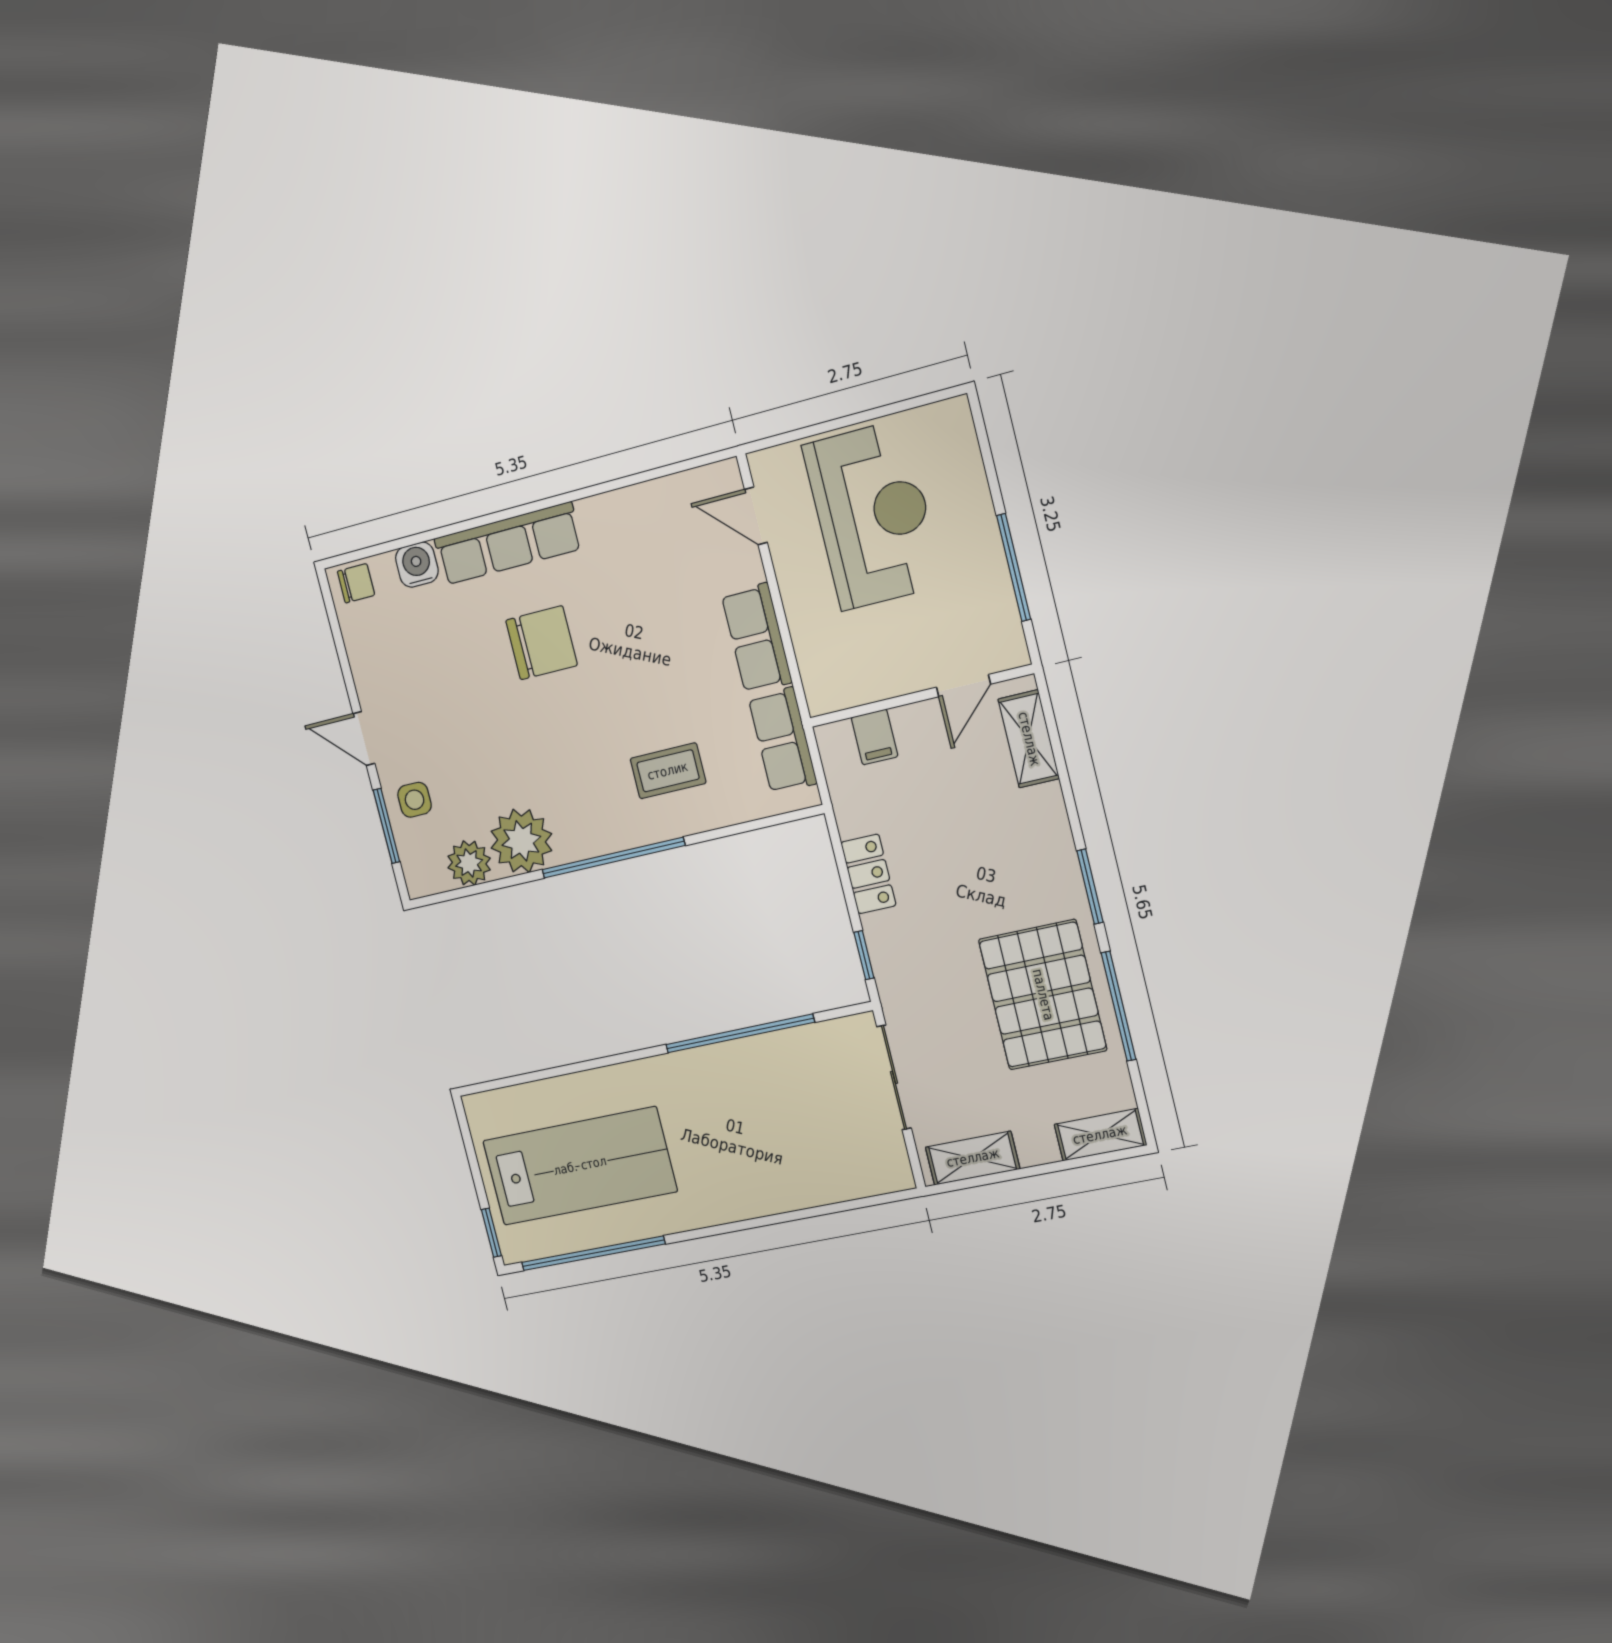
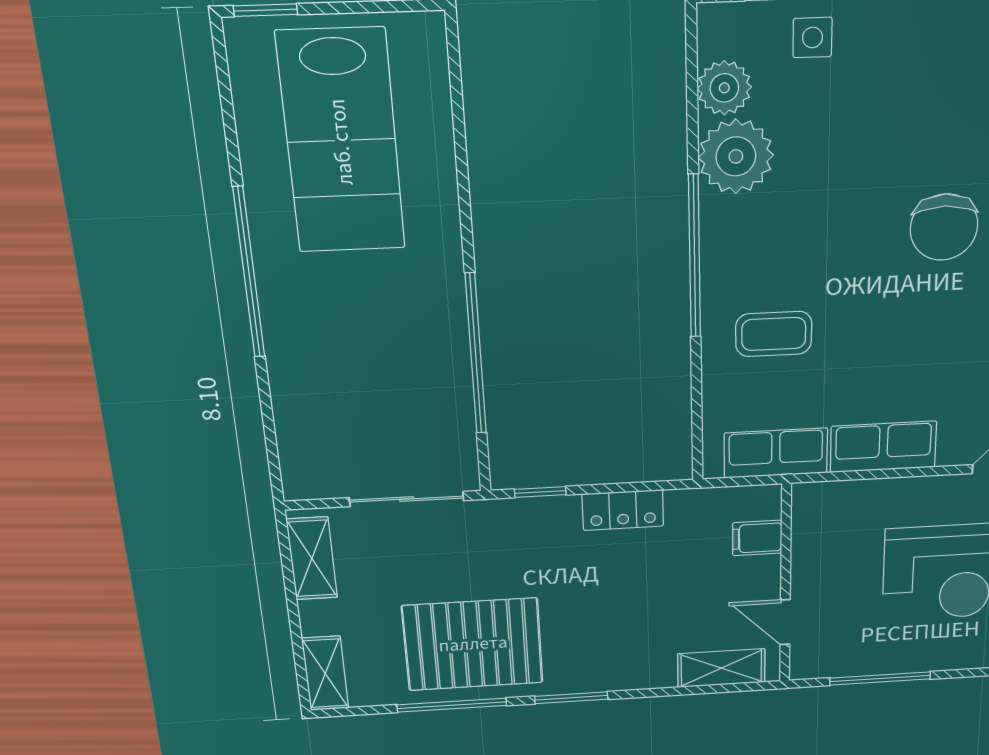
coffee table: (668, 771) -> (774, 334), turned 90
window: (593, 1253) -> (249, 273), moved

